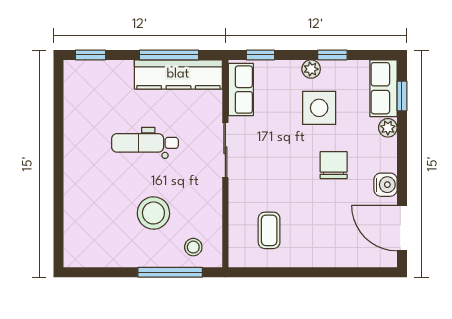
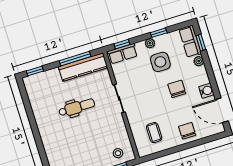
row of seats: (241, 90) -> (123, 54), moved, turned 90
dental chair: (145, 143) -> (77, 107), turned 180
stool: (153, 213) -> (92, 142), removed
chair: (329, 245) -> (187, 131), added

